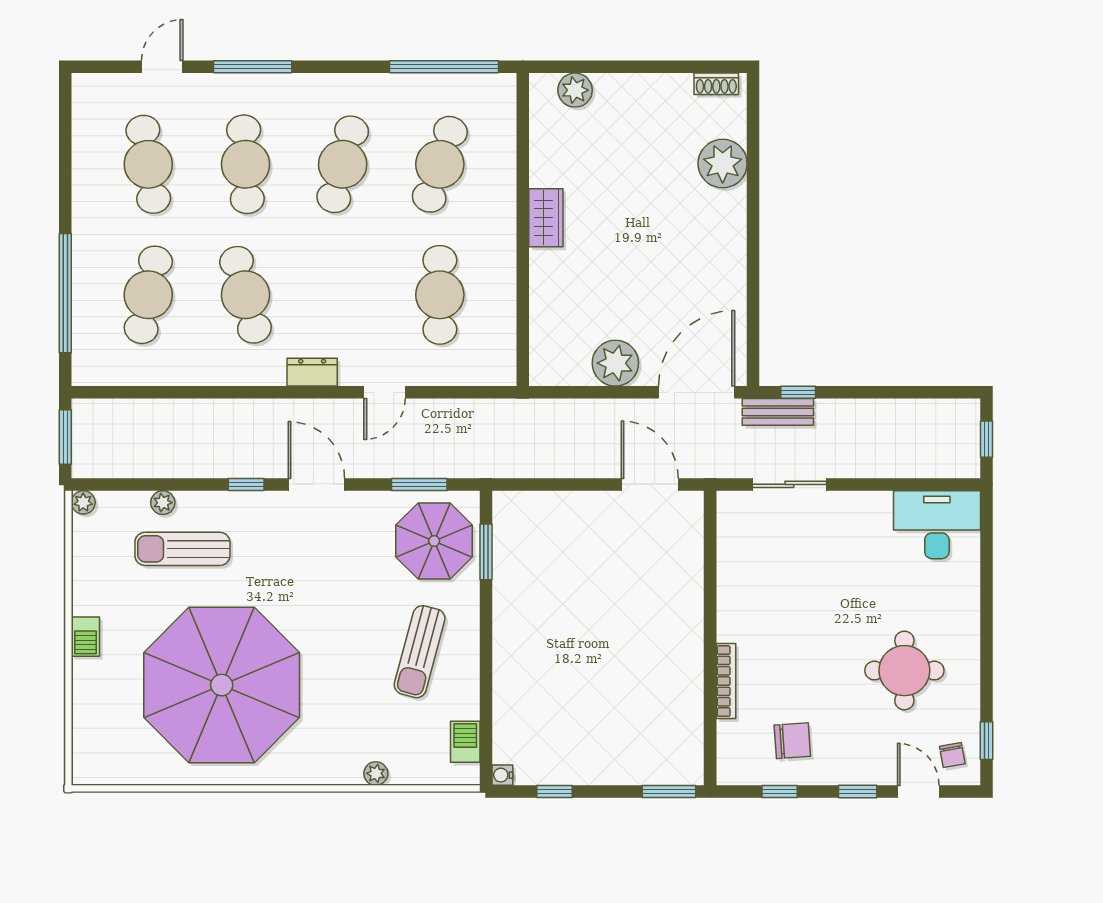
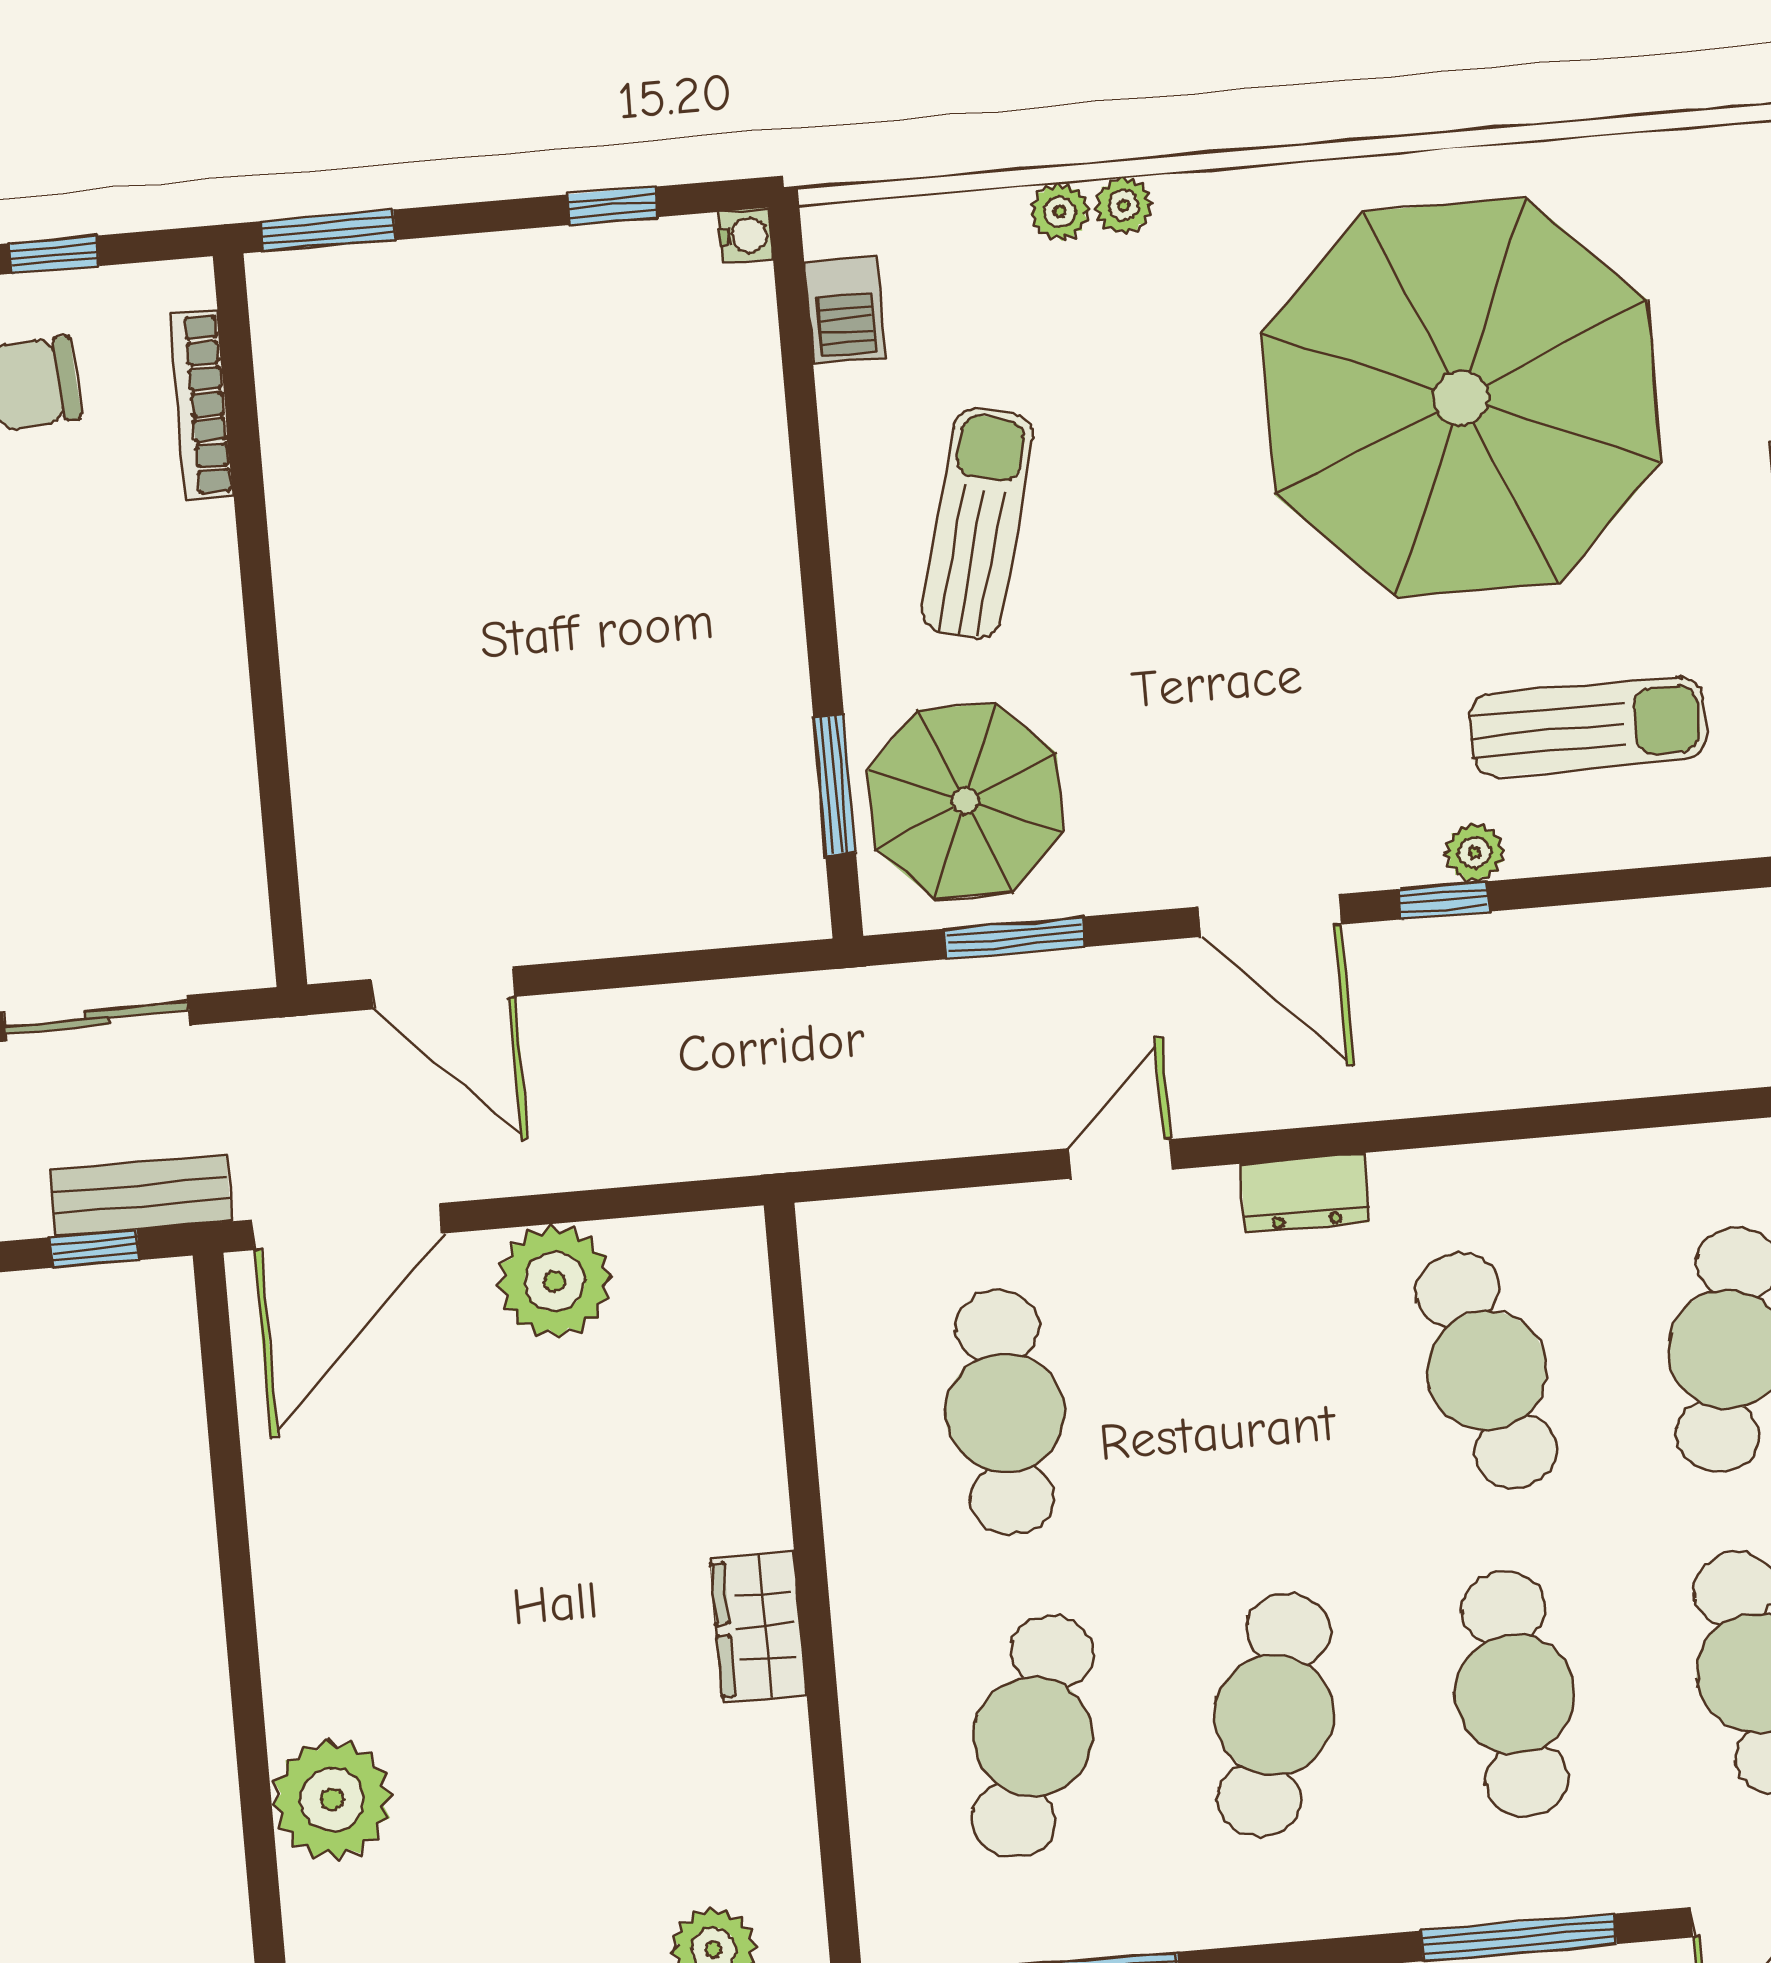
plant: (163, 503) -> (1475, 852), moved
bookcase: (726, 681) -> (202, 405), moved
plant: (350, 774) -> (1124, 205), added

